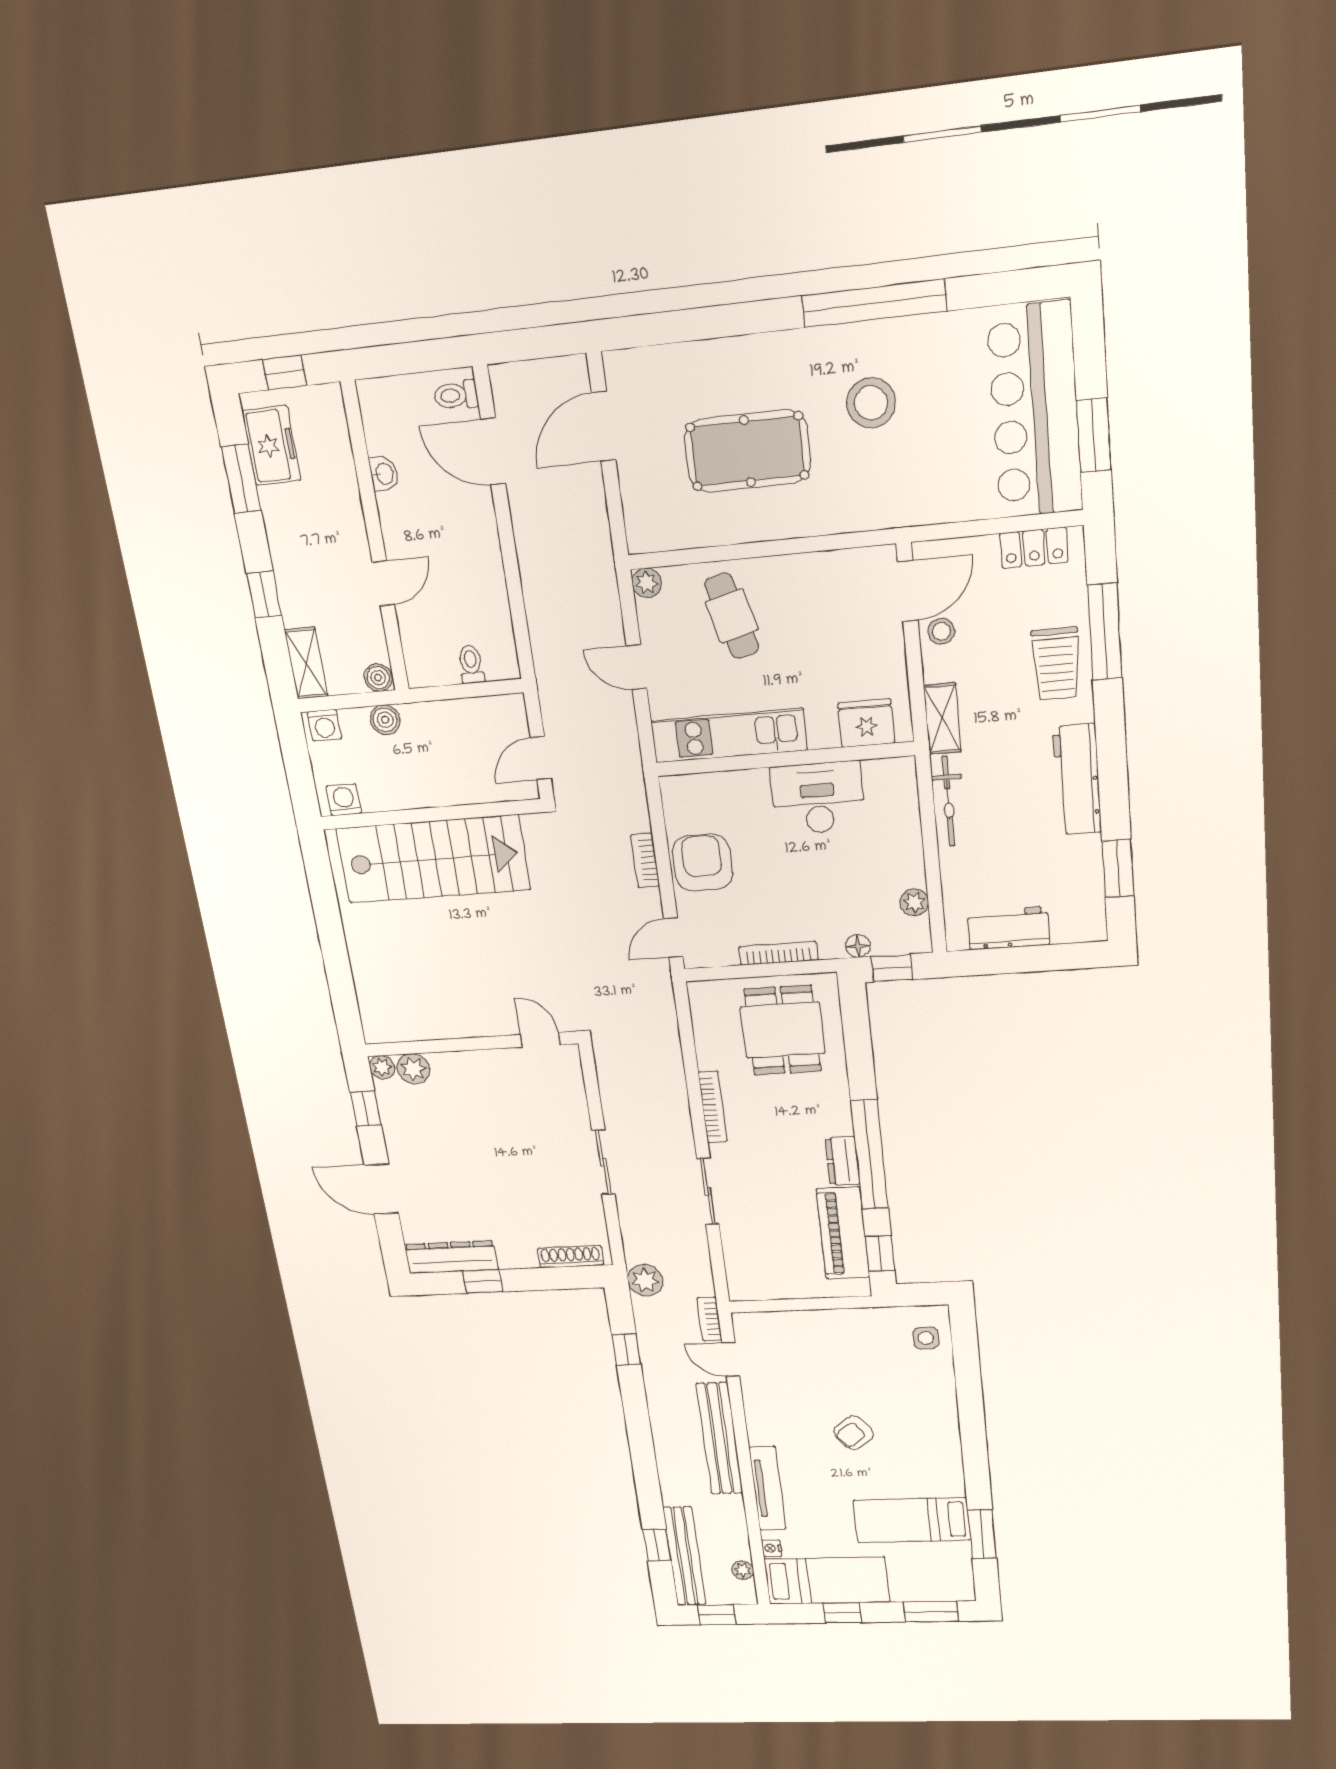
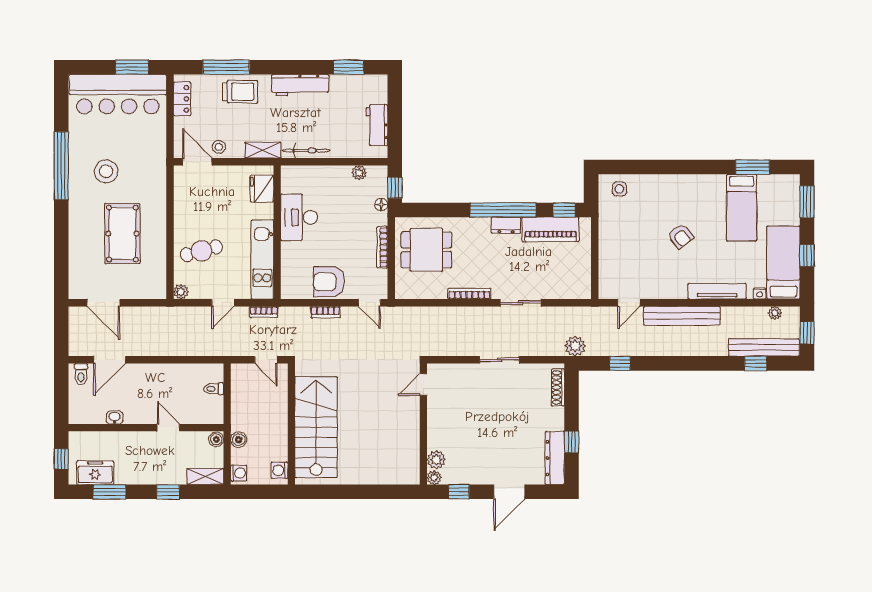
bookcase: (709, 1319) -> (264, 312), moved

